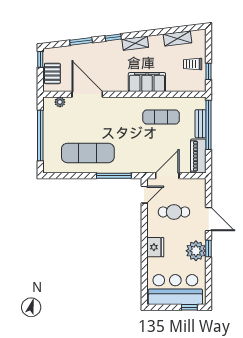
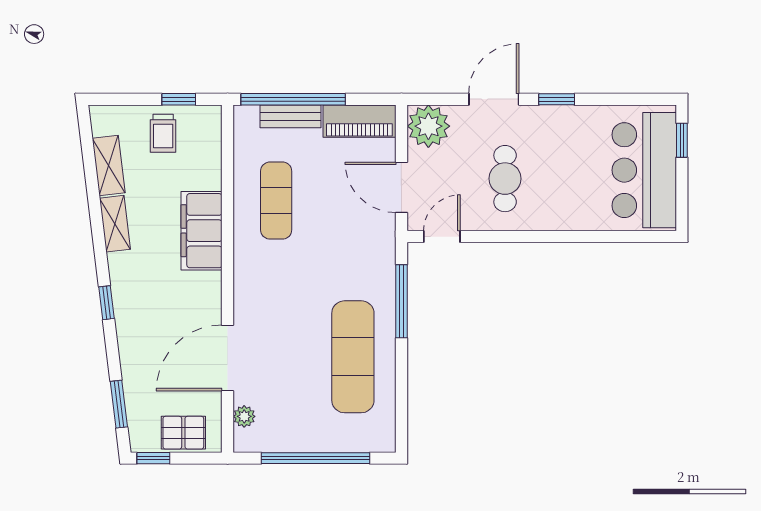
window: (81, 41) -> (119, 404), moved
shelving: (135, 43) -> (115, 224), moved
door: (144, 195) -> (442, 237), hinge flipped
cafe table: (174, 212) -> (505, 179), moved
fridge: (155, 247) -> (554, 213), removed
plant: (196, 251) -> (428, 126), moved

